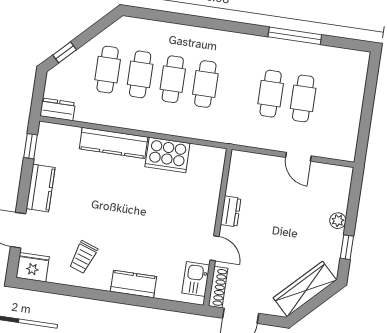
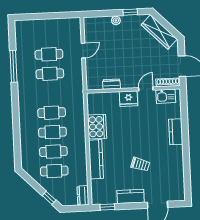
dresser: (231, 211) -> (111, 84), moved
trolley: (83, 257) -> (140, 164), moved
fridge: (33, 267) -> (129, 99), moved, turned -90

